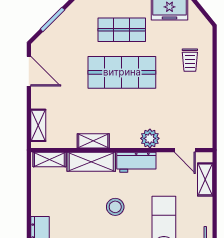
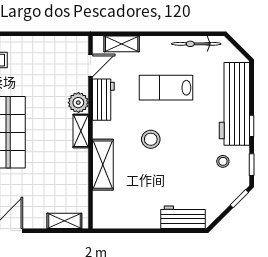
shelving: (93, 141) -> (81, 131), moved
shelving: (49, 159) -> (100, 209), removed
workbench: (136, 162) -> (103, 100), moved

